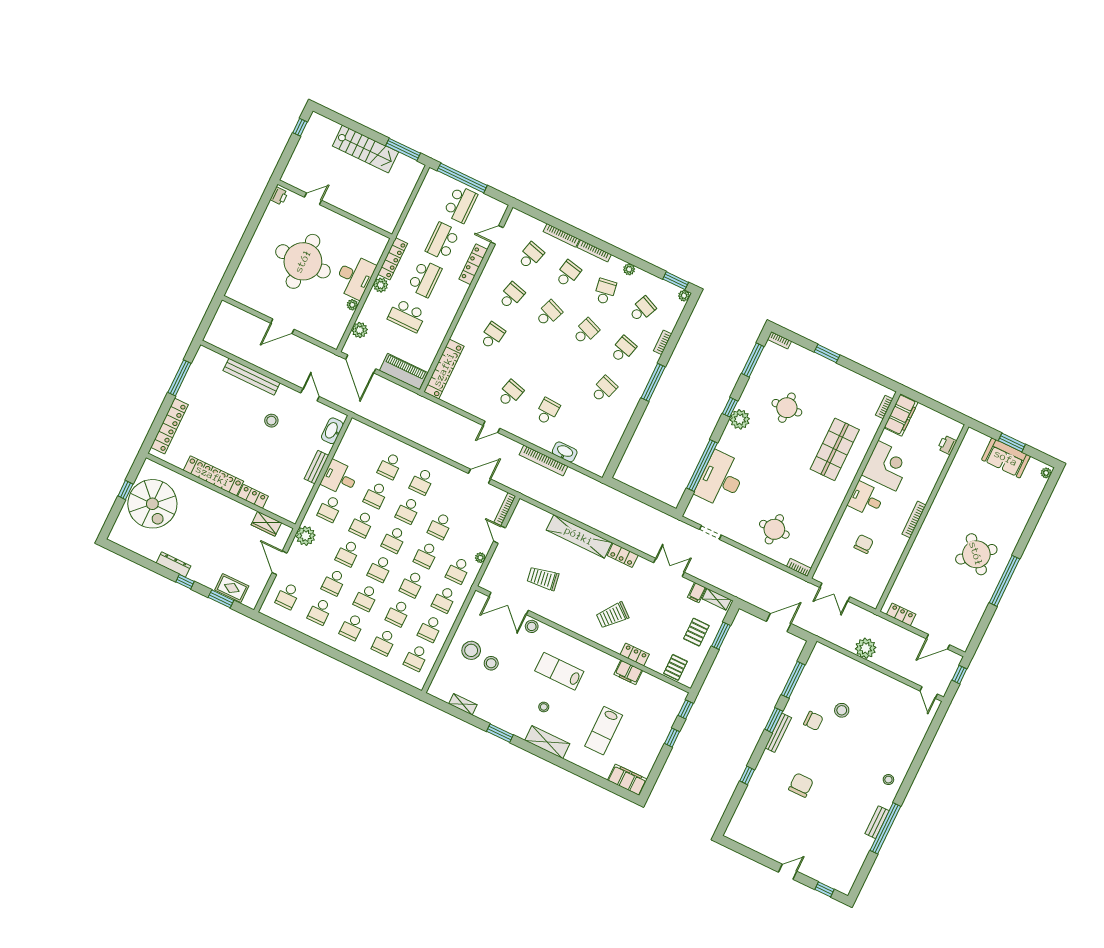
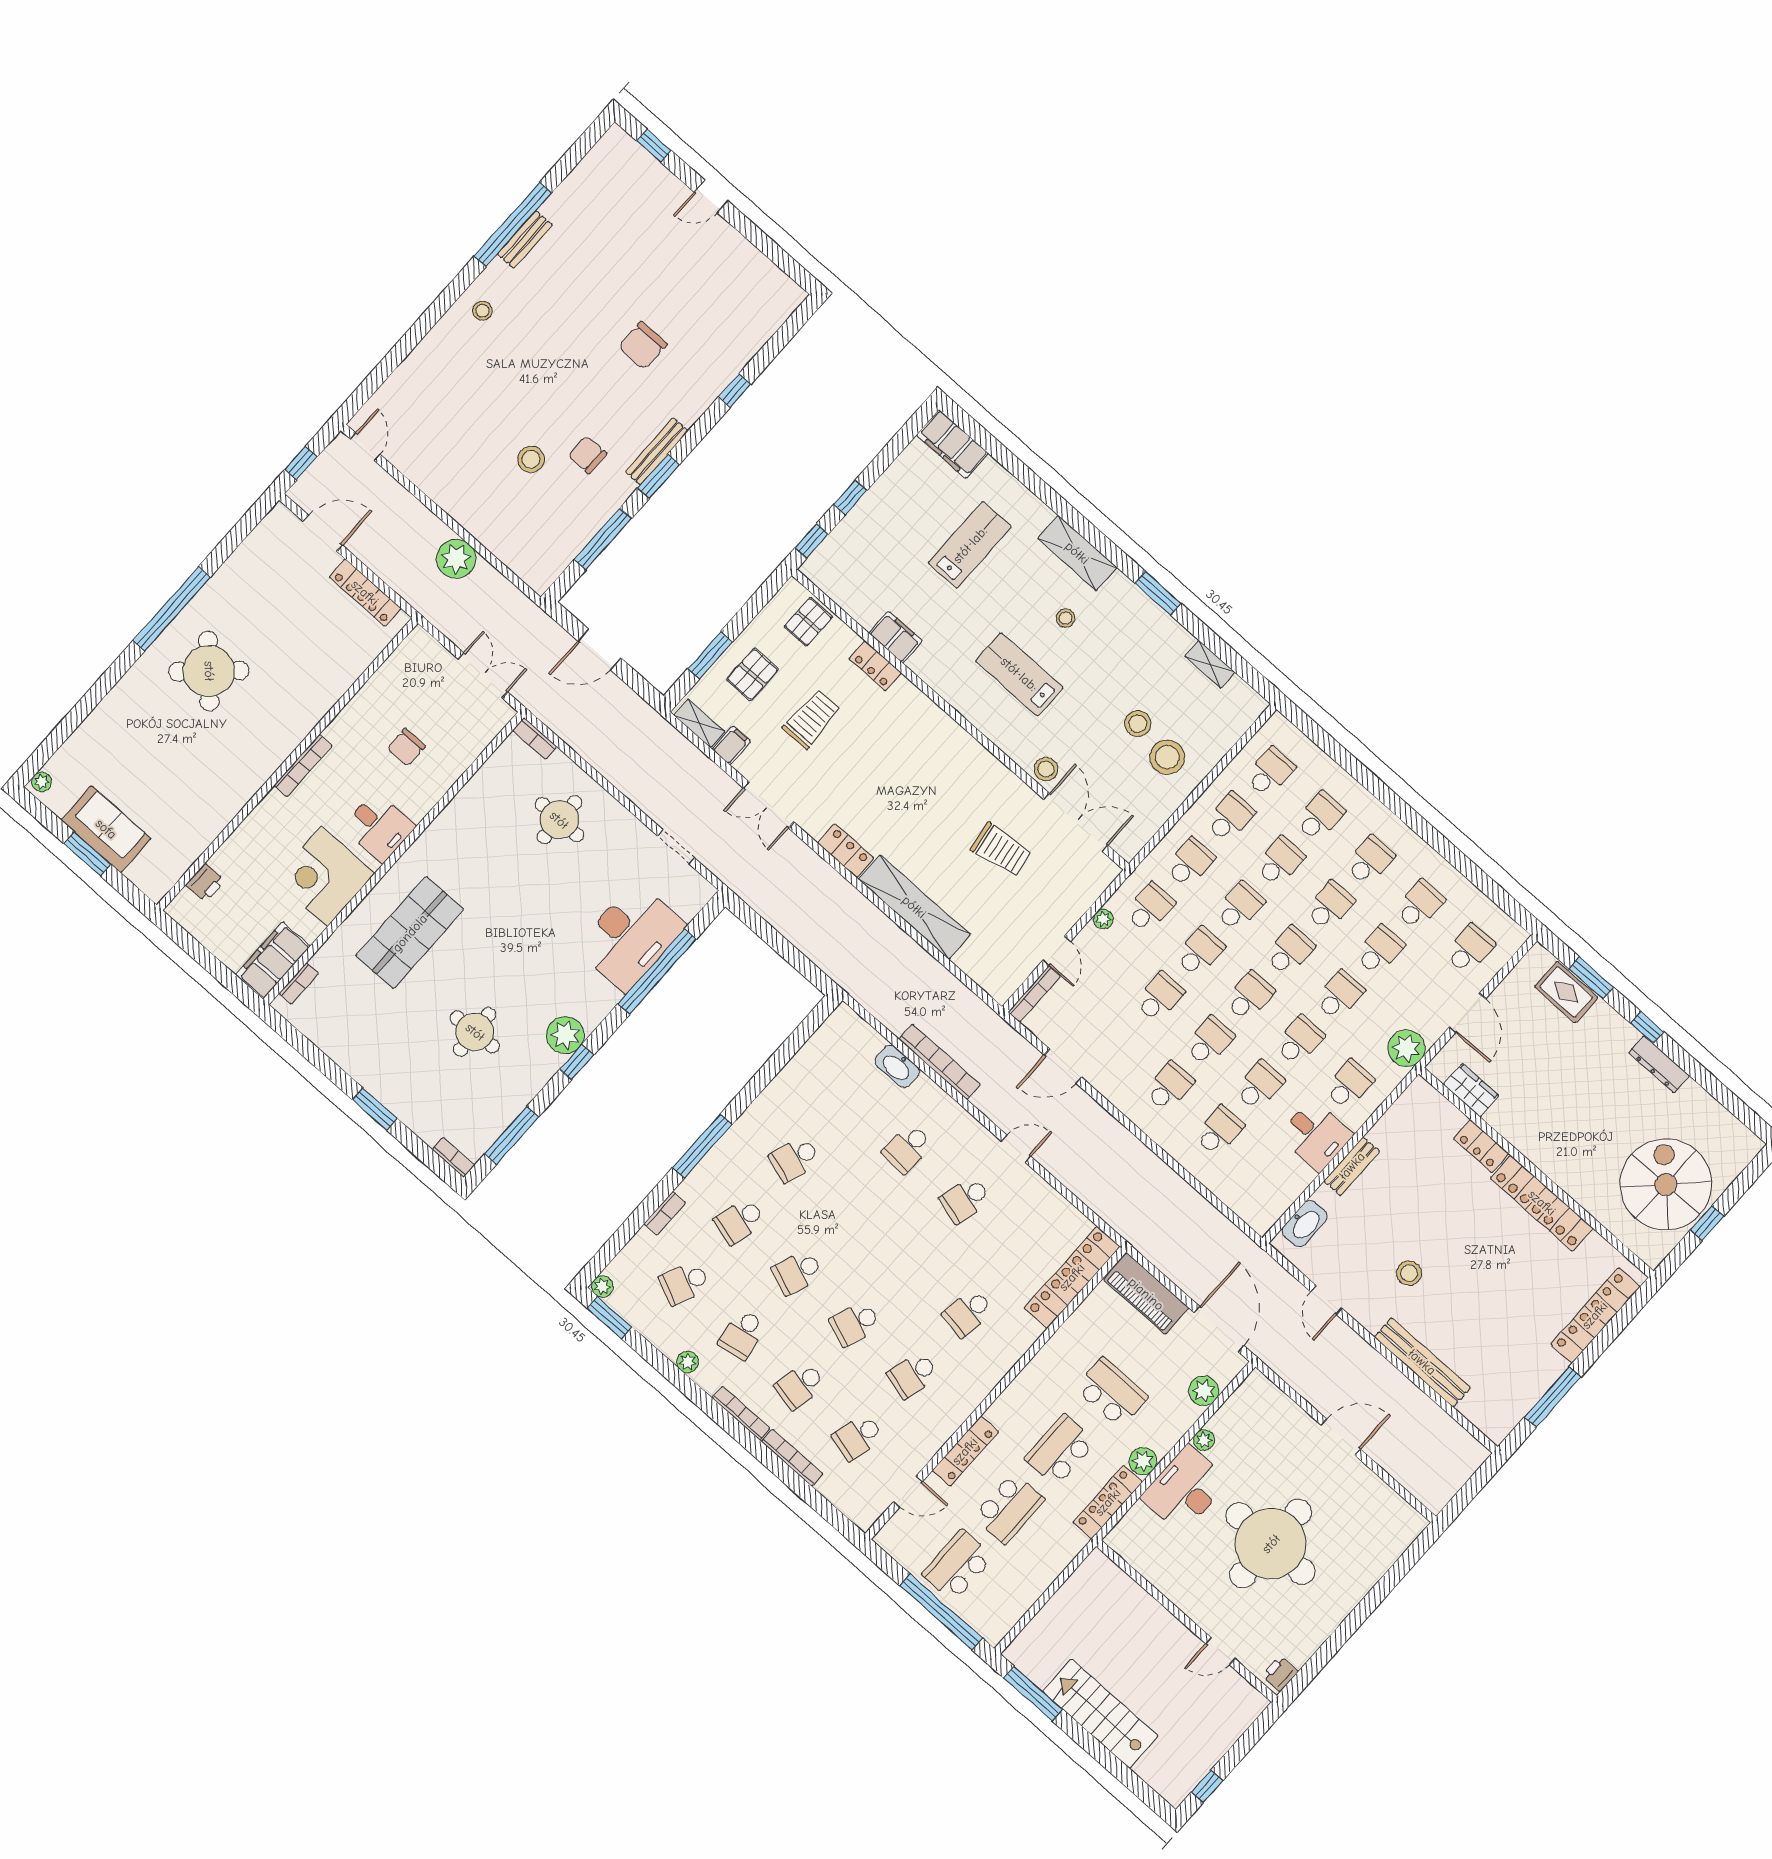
locker: (901, 614) -> (365, 593), width x1.53
trolley: (612, 615) -> (812, 719), moved, turned -40
lab bench: (559, 671) -> (1019, 674), turned 180

